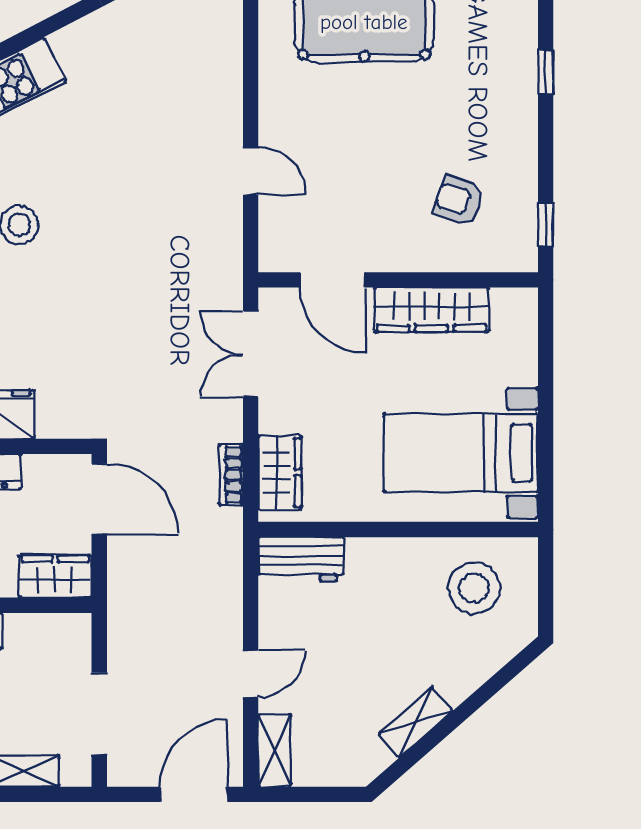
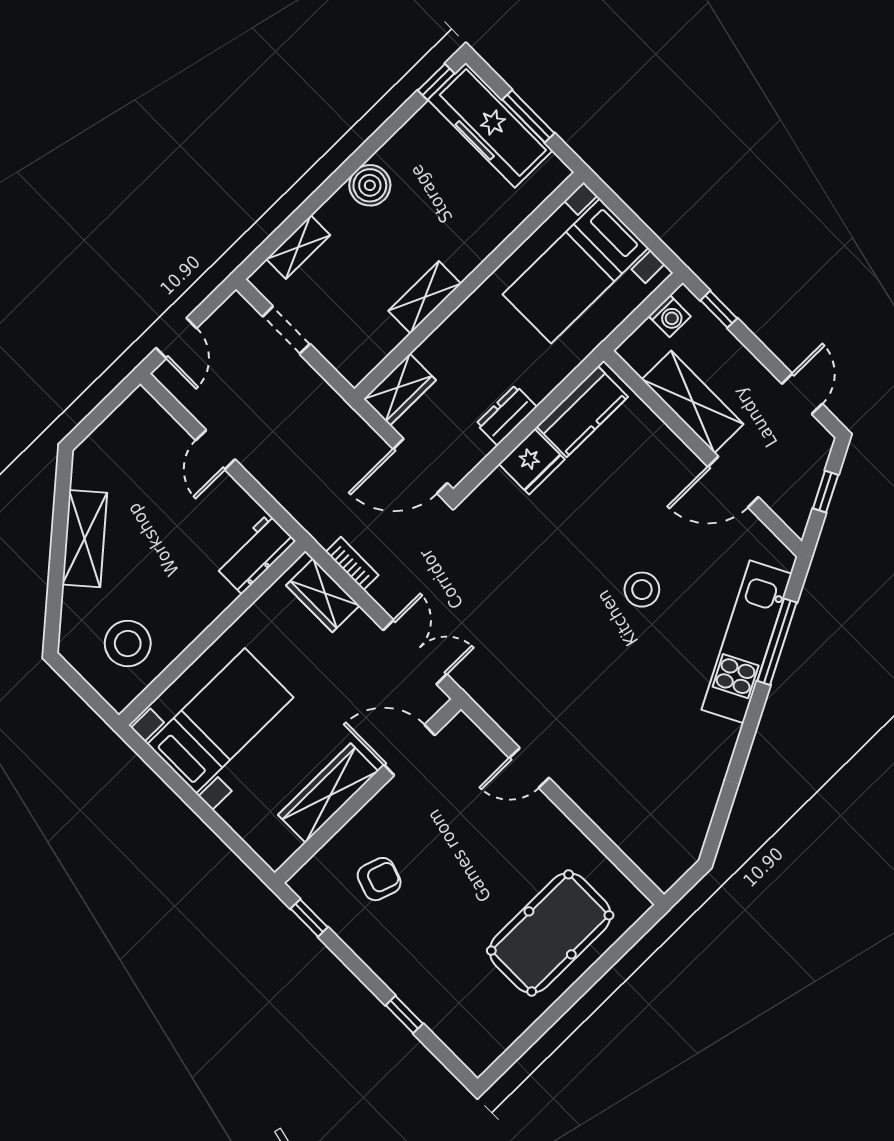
doorway: (99, 714) -> (286, 330), width x0.73
shelving: (416, 722) -> (85, 539), width x1.50, depth x1.33
shelving: (275, 750) -> (153, 416), removed
door: (194, 794) -> (176, 338), width x0.73

